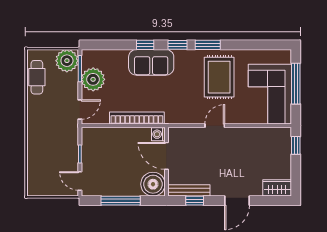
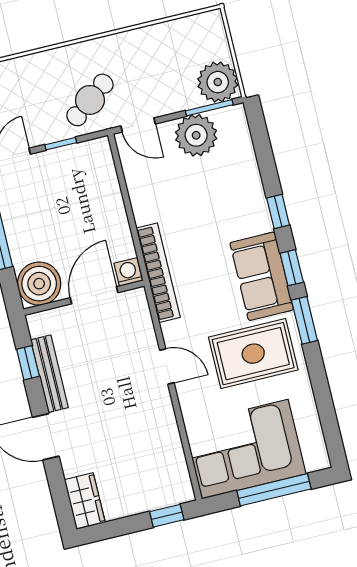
sofa: (151, 62) -> (262, 276), moved
cafe table: (37, 77) -> (90, 100), moved, turned -37
bookcase: (137, 118) -> (158, 273), moved
bench: (189, 190) -> (49, 374), moved

